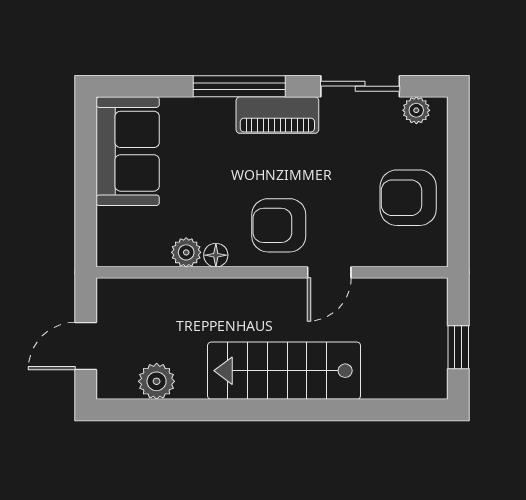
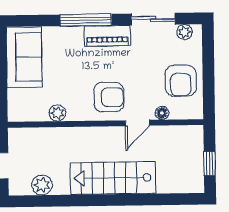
armchair: (408, 198) -> (181, 81), turned -90
armchair: (279, 225) -> (109, 97), turned 180
floor lamp: (216, 255) -> (162, 113), moved

